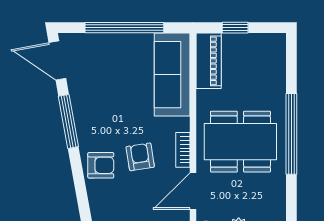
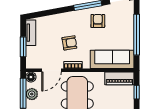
armchair: (101, 165) -> (98, 21), moved, turned 180
door: (193, 191) -> (52, 70), swing flipped

